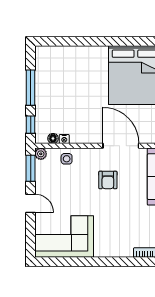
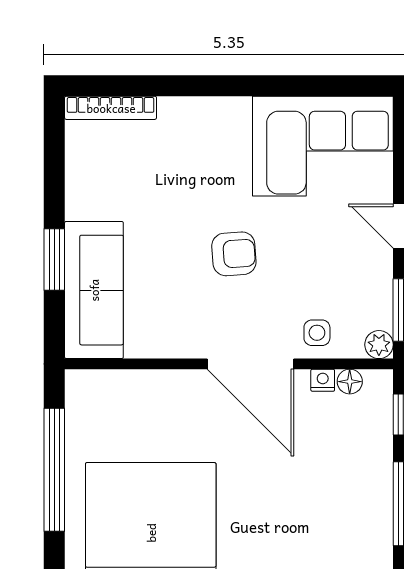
door: (121, 146) -> (251, 364), moved
armchair: (108, 180) -> (234, 254), moved, turned 86

